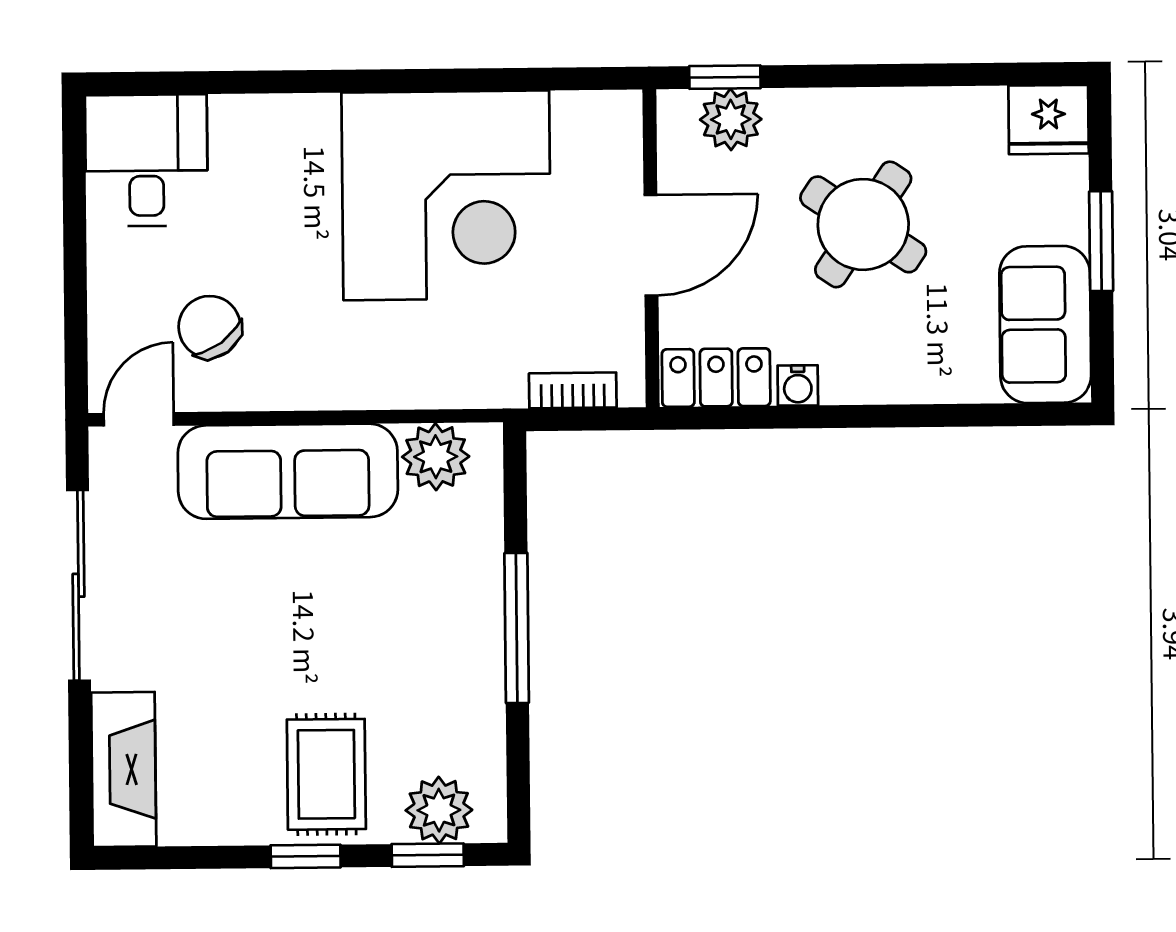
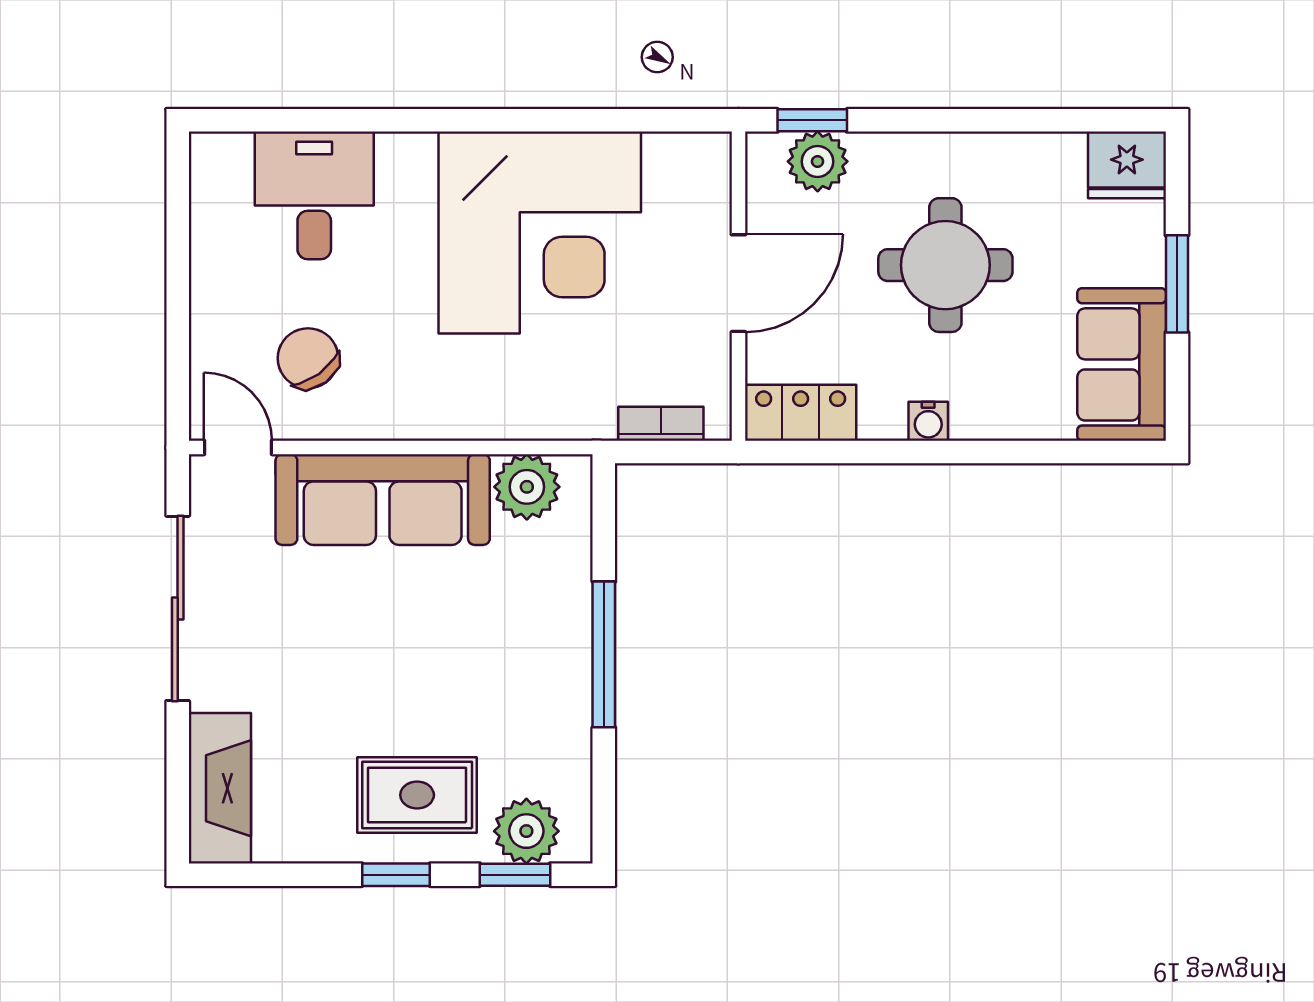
desk: (146, 160) -> (314, 195), moved
round table: (863, 224) -> (945, 265), turned -34
water cooler: (798, 385) -> (928, 421), moved
door: (139, 419) -> (238, 447), hinge flipped
rug: (326, 774) -> (417, 795), turned 90

